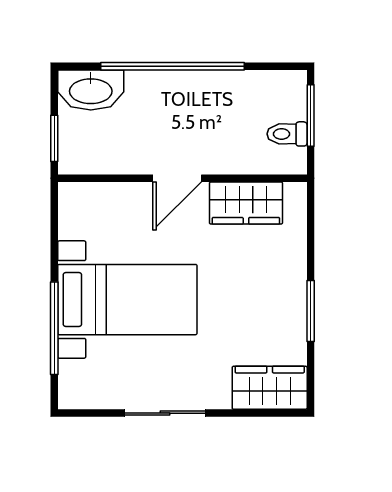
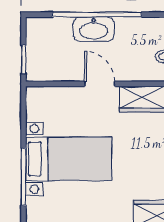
washbasin: (91, 90) -> (94, 29), moved
door: (177, 178) -> (100, 84), swing flipped

